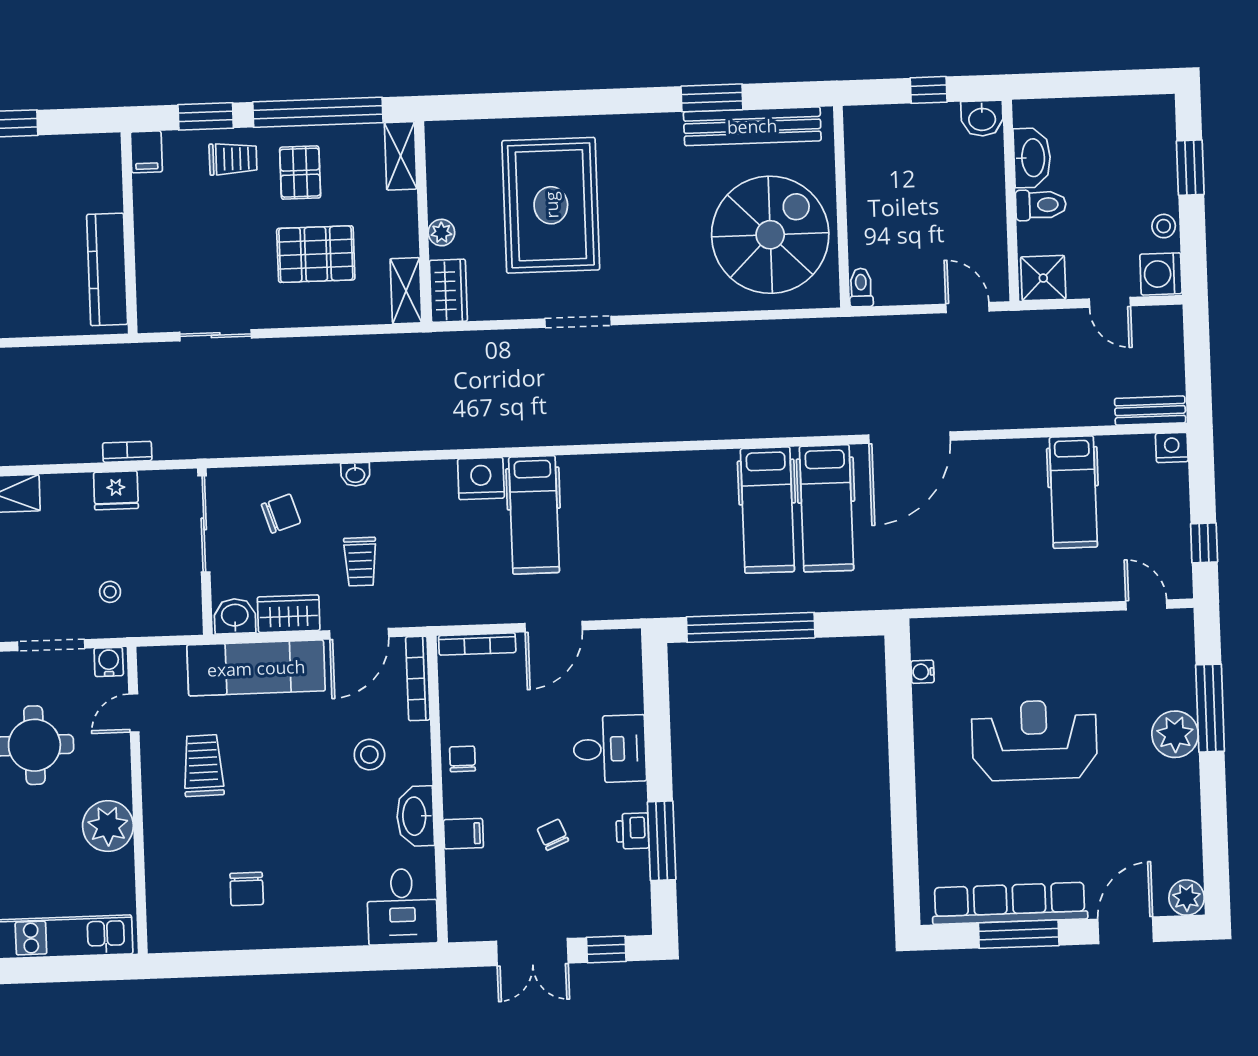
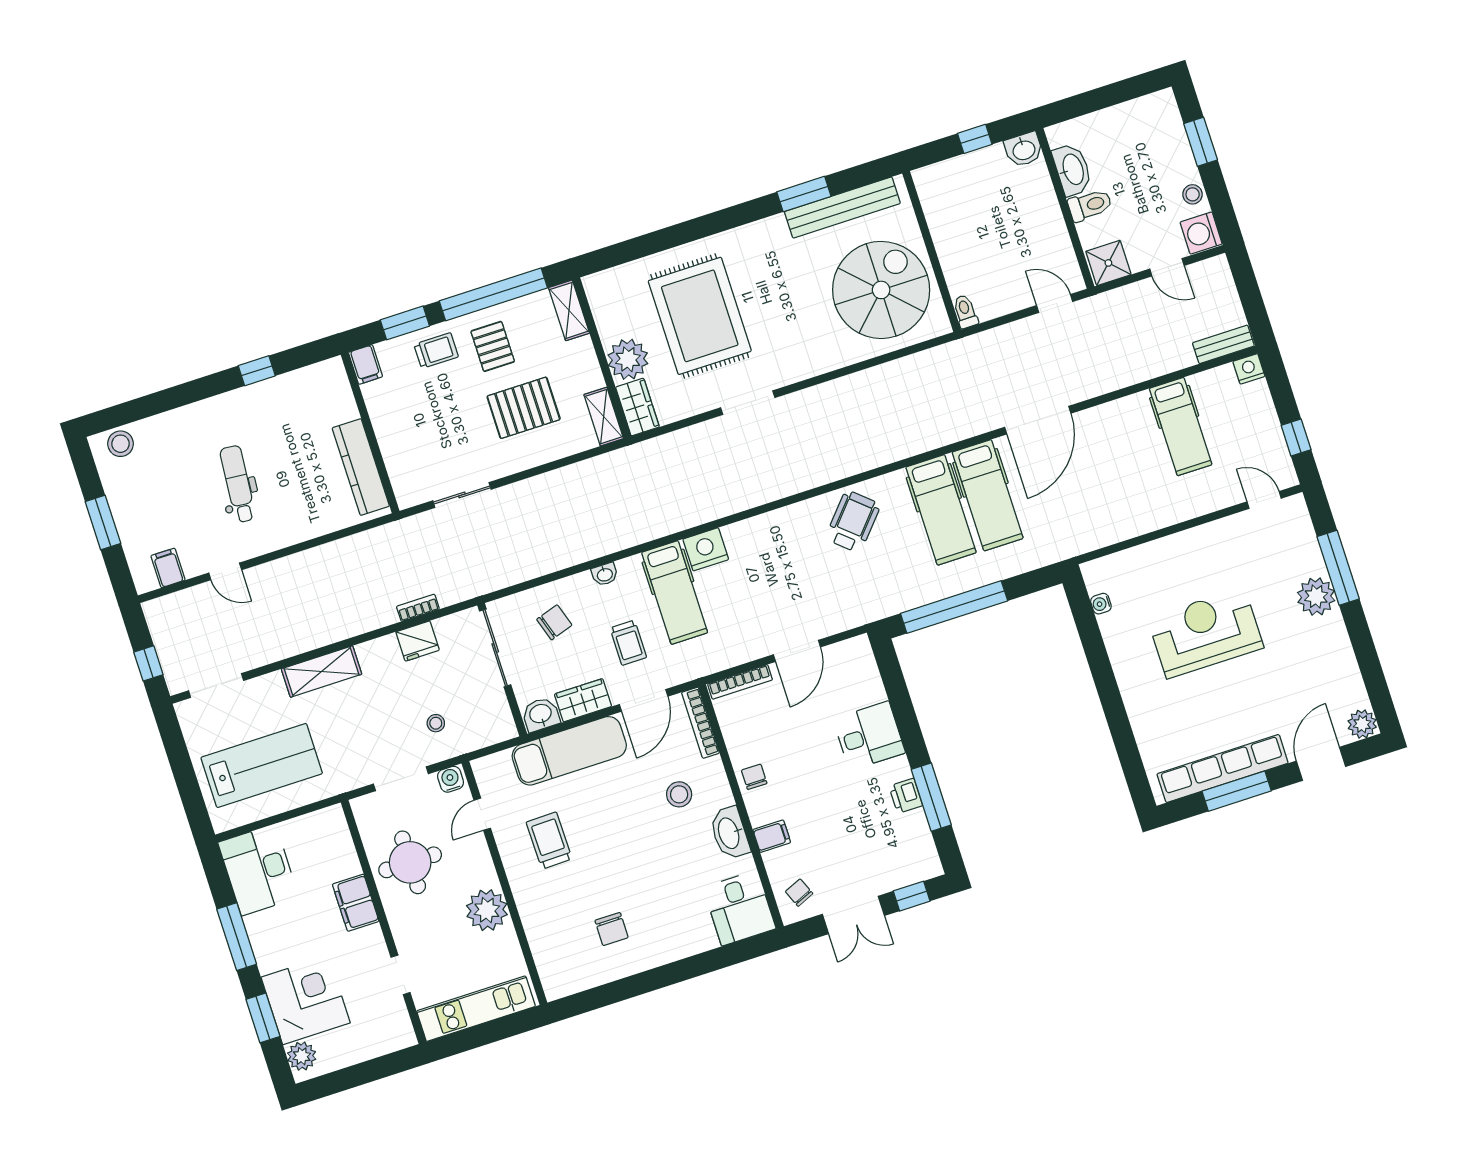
plant: (441, 233) -> (628, 359), width x1.88, depth x1.88
wheelchair: (661, 495) -> (853, 522), added
hospital bed: (534, 515) -> (675, 593), moved
chair: (553, 835) -> (799, 893), moved

